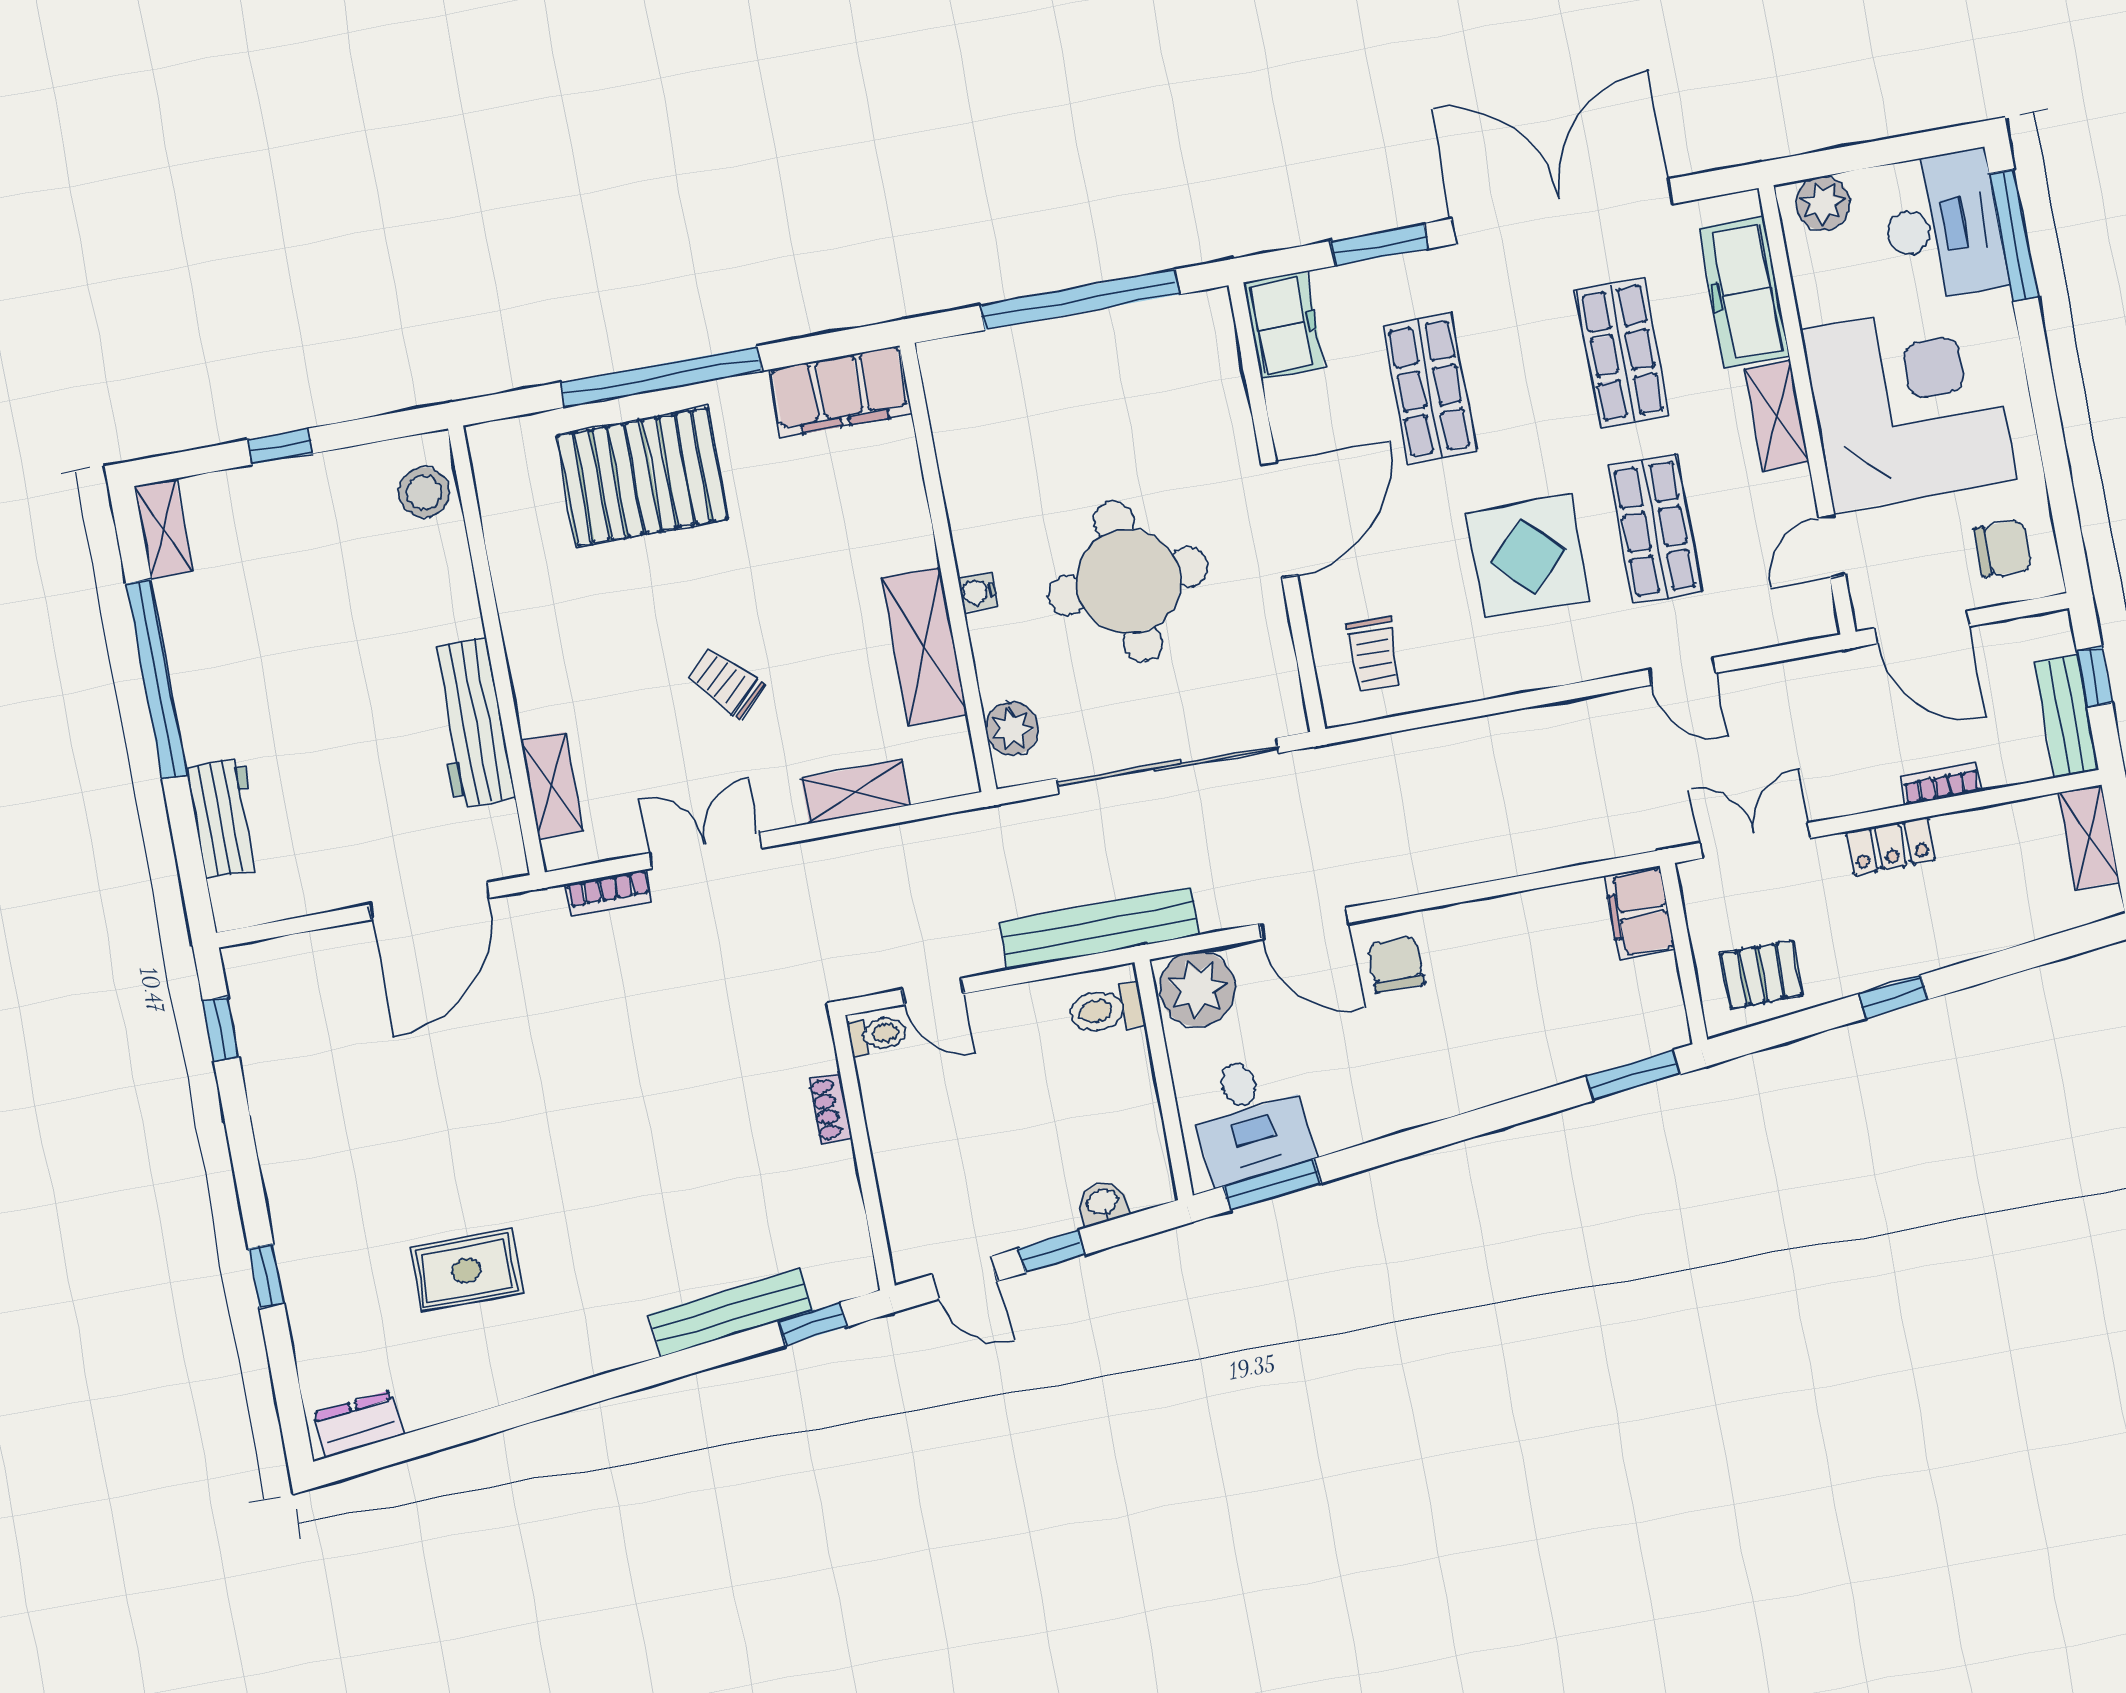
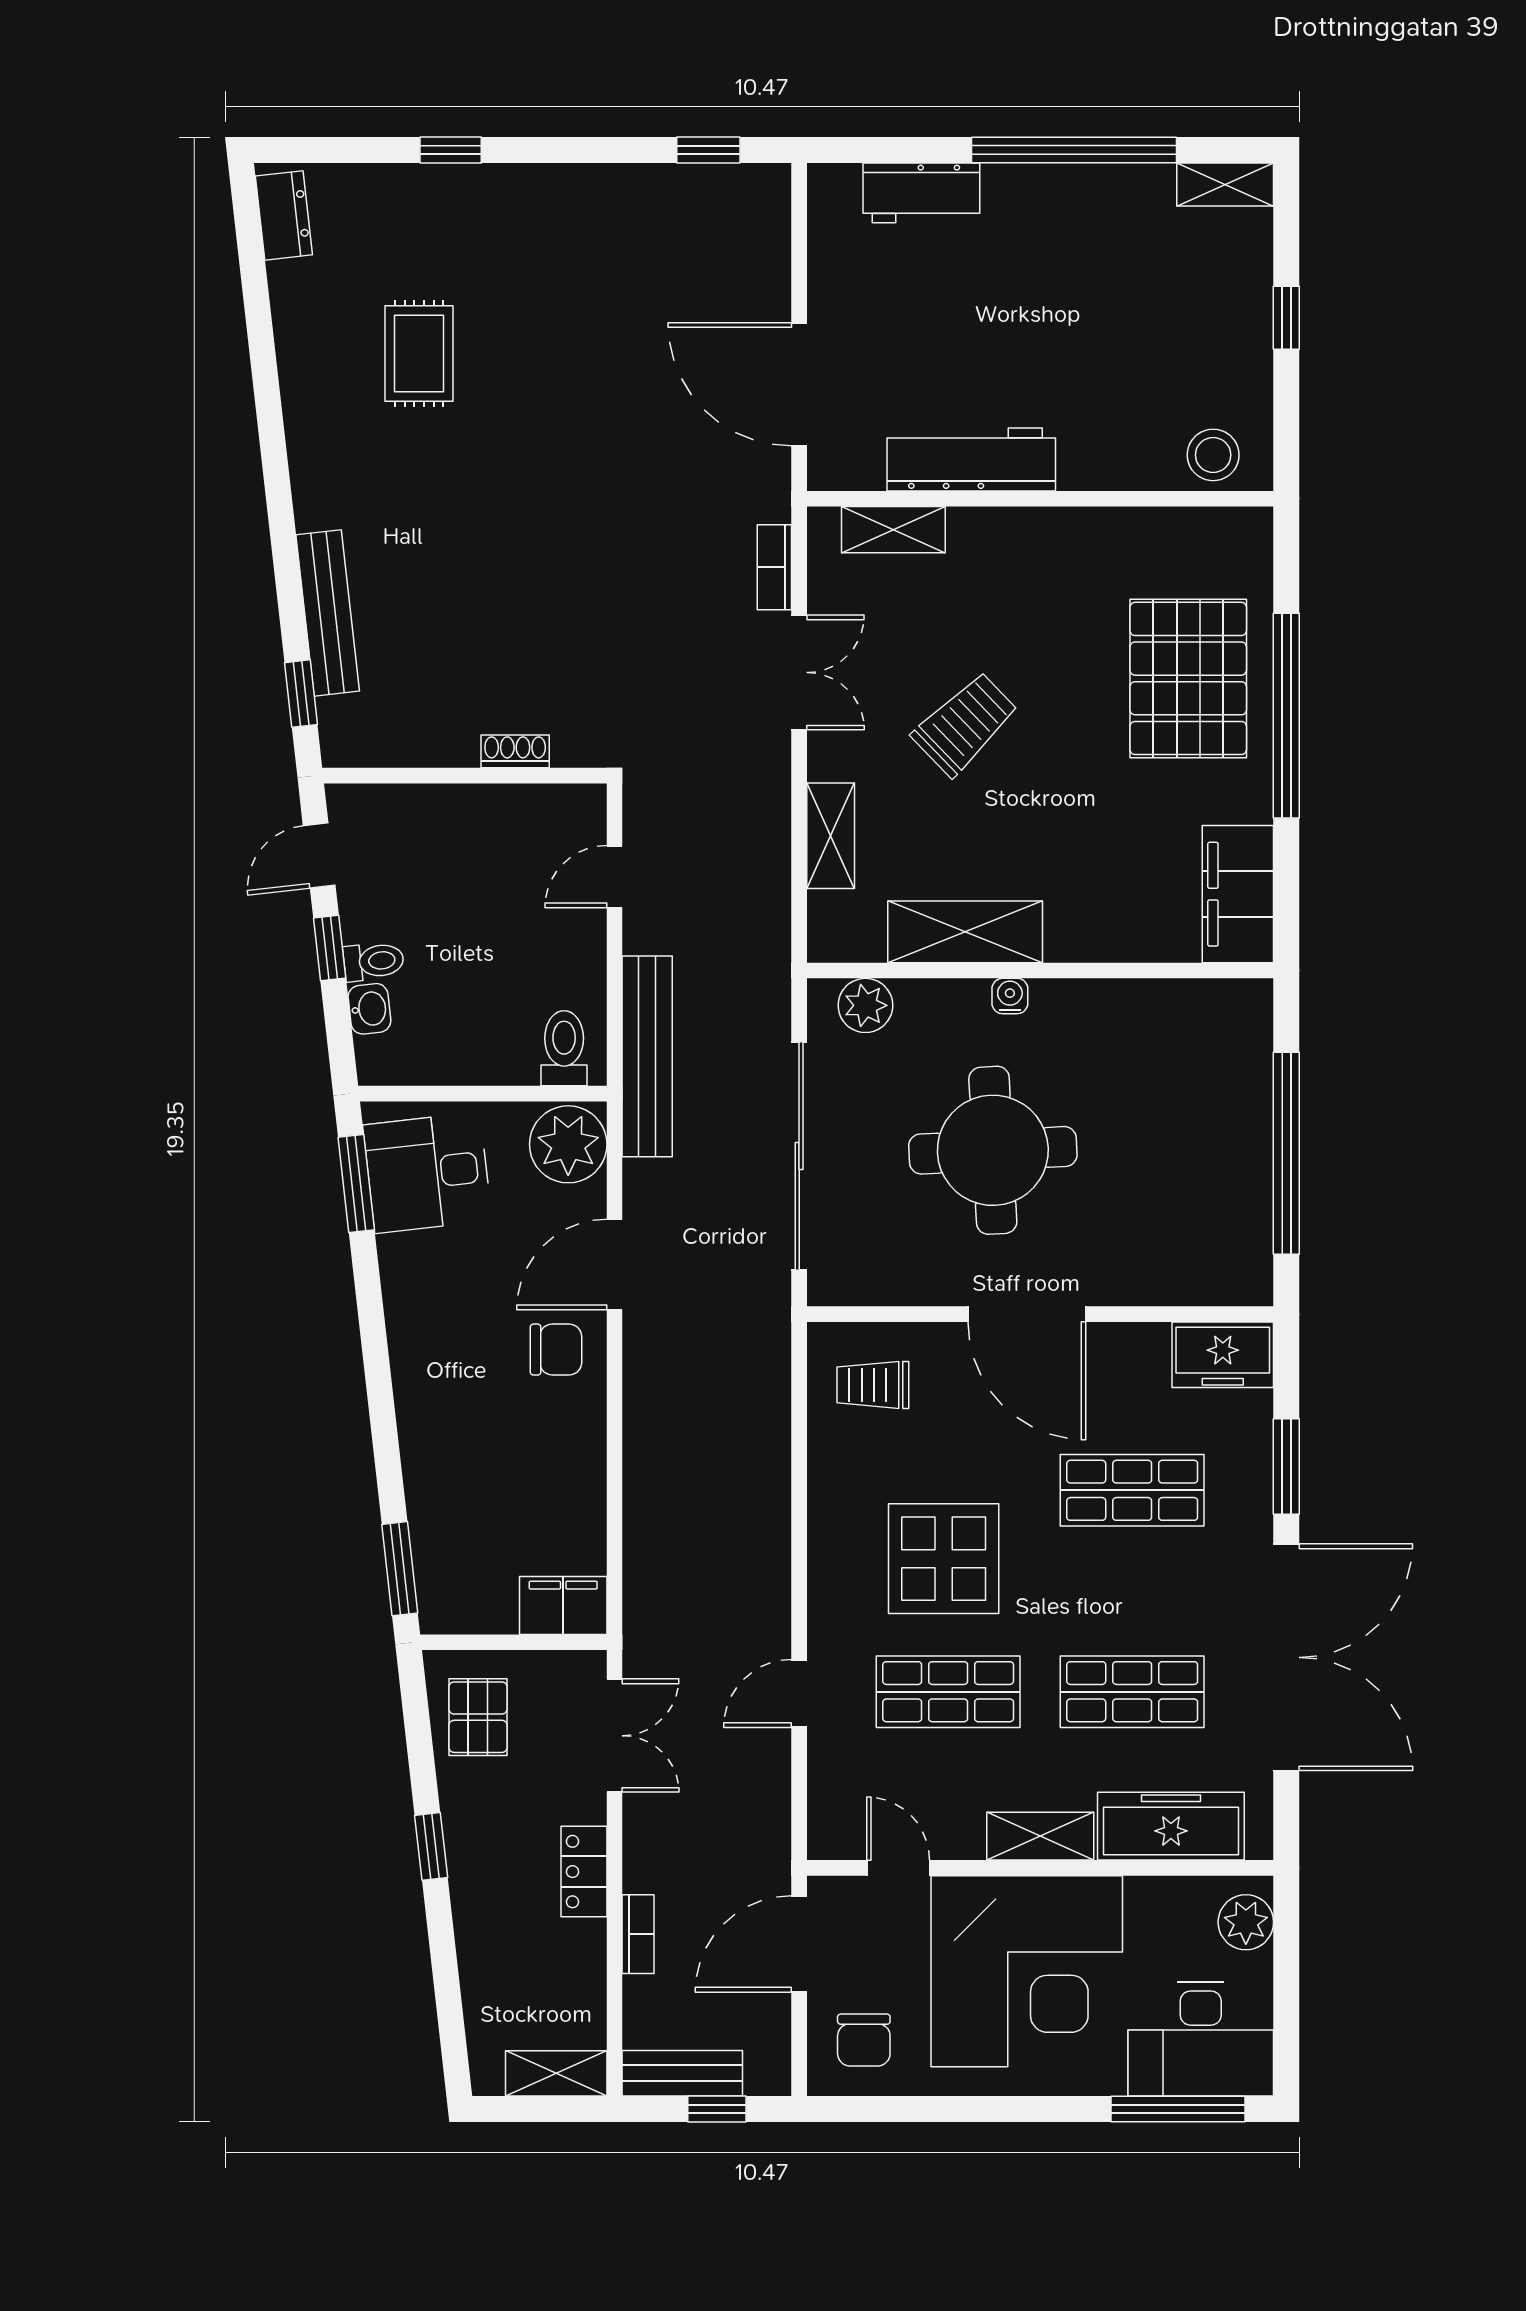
trolley: (725, 683) -> (965, 724), width x1.36, depth x1.39
toilet: (878, 1034) -> (374, 961), moved, turned -96

